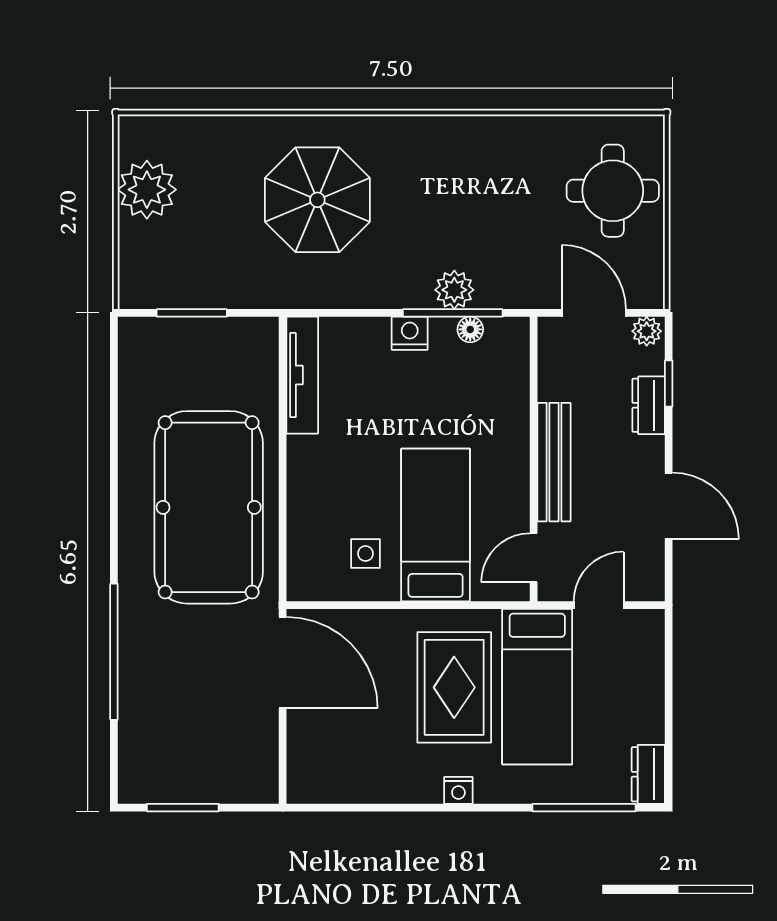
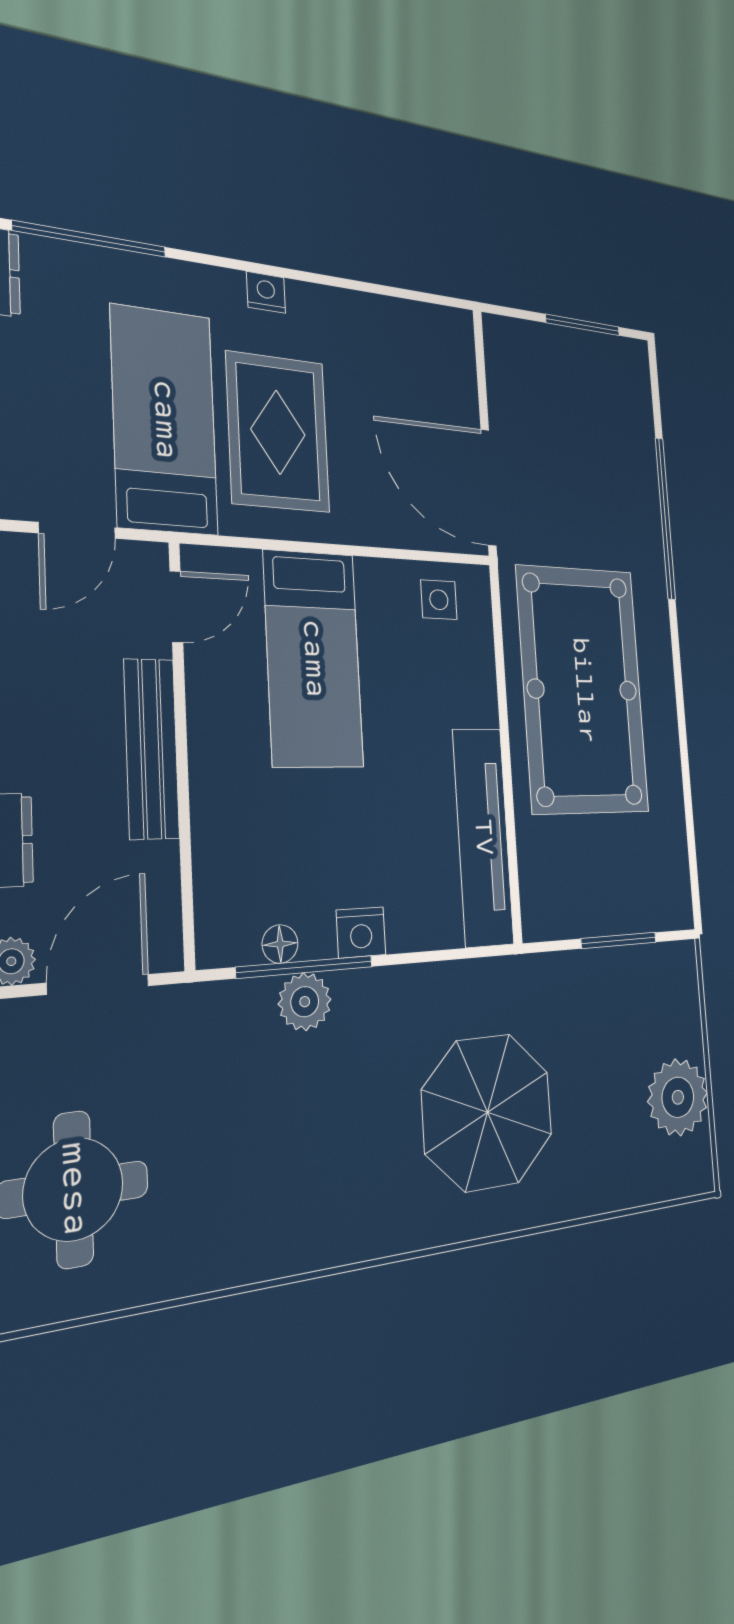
door: (594, 313) -> (98, 984), swing flipped
tv unit: (302, 375) -> (483, 837), width x1.36, depth x1.29
side table: (366, 553) -> (439, 600), moved

